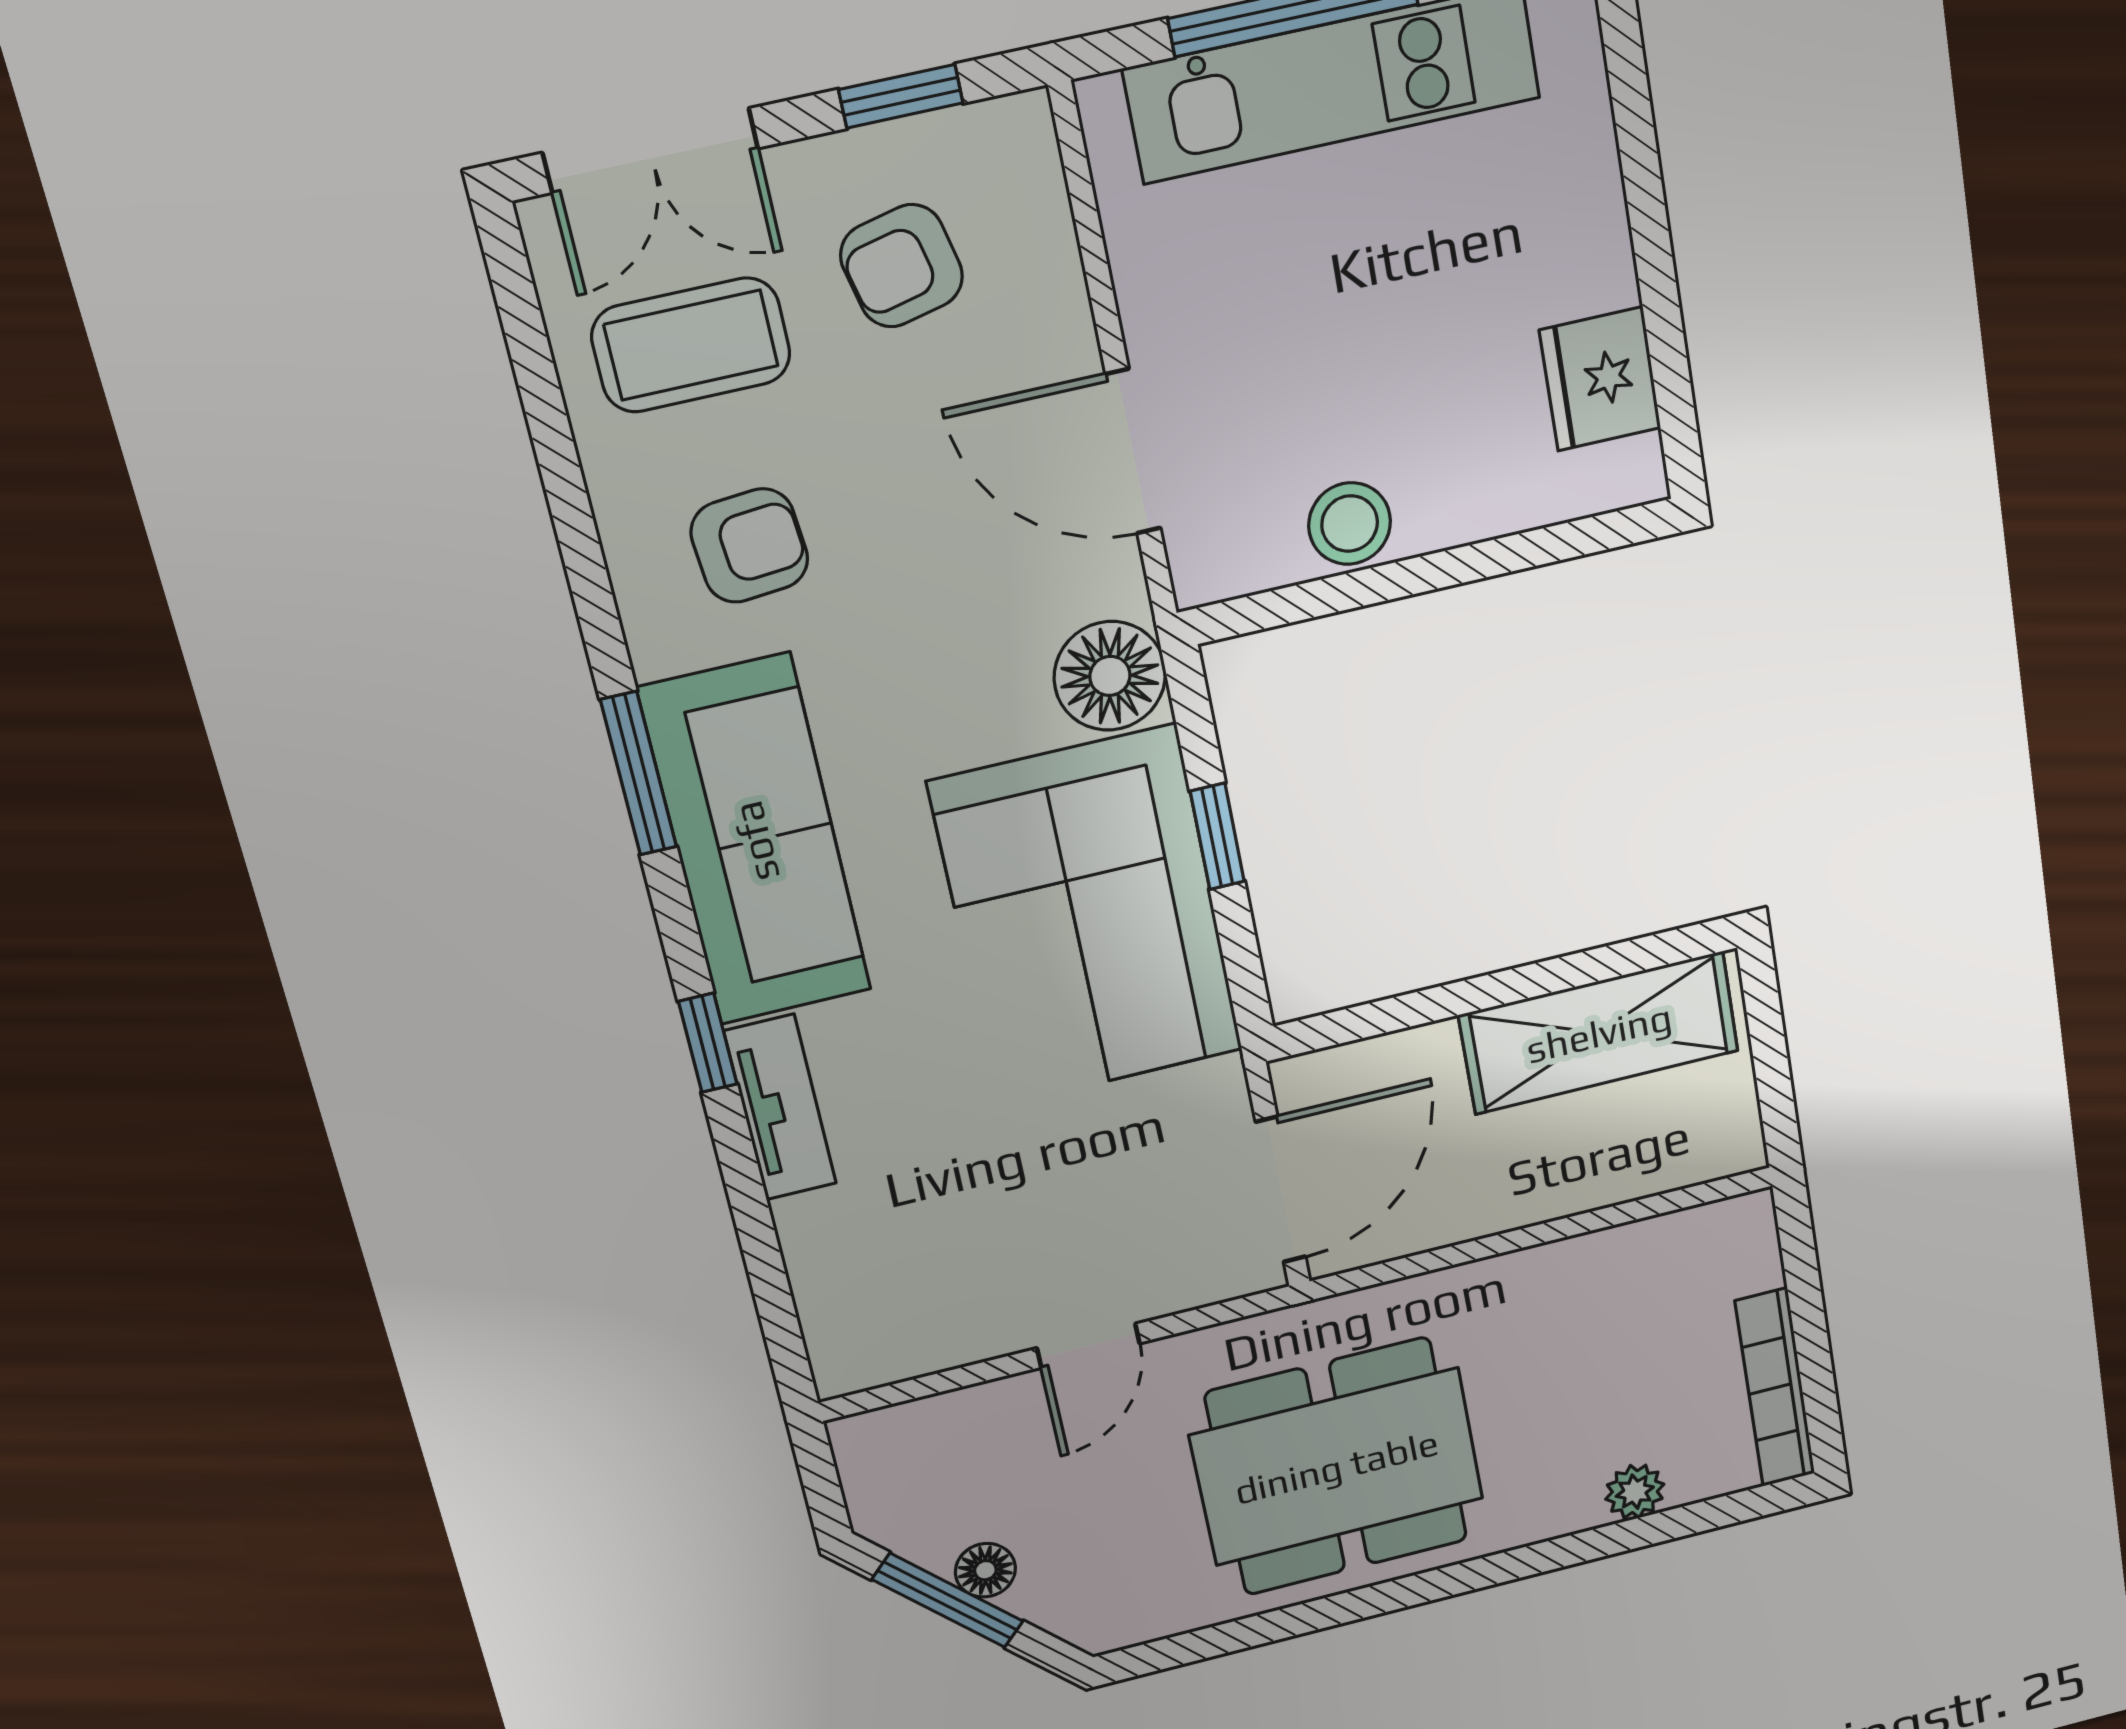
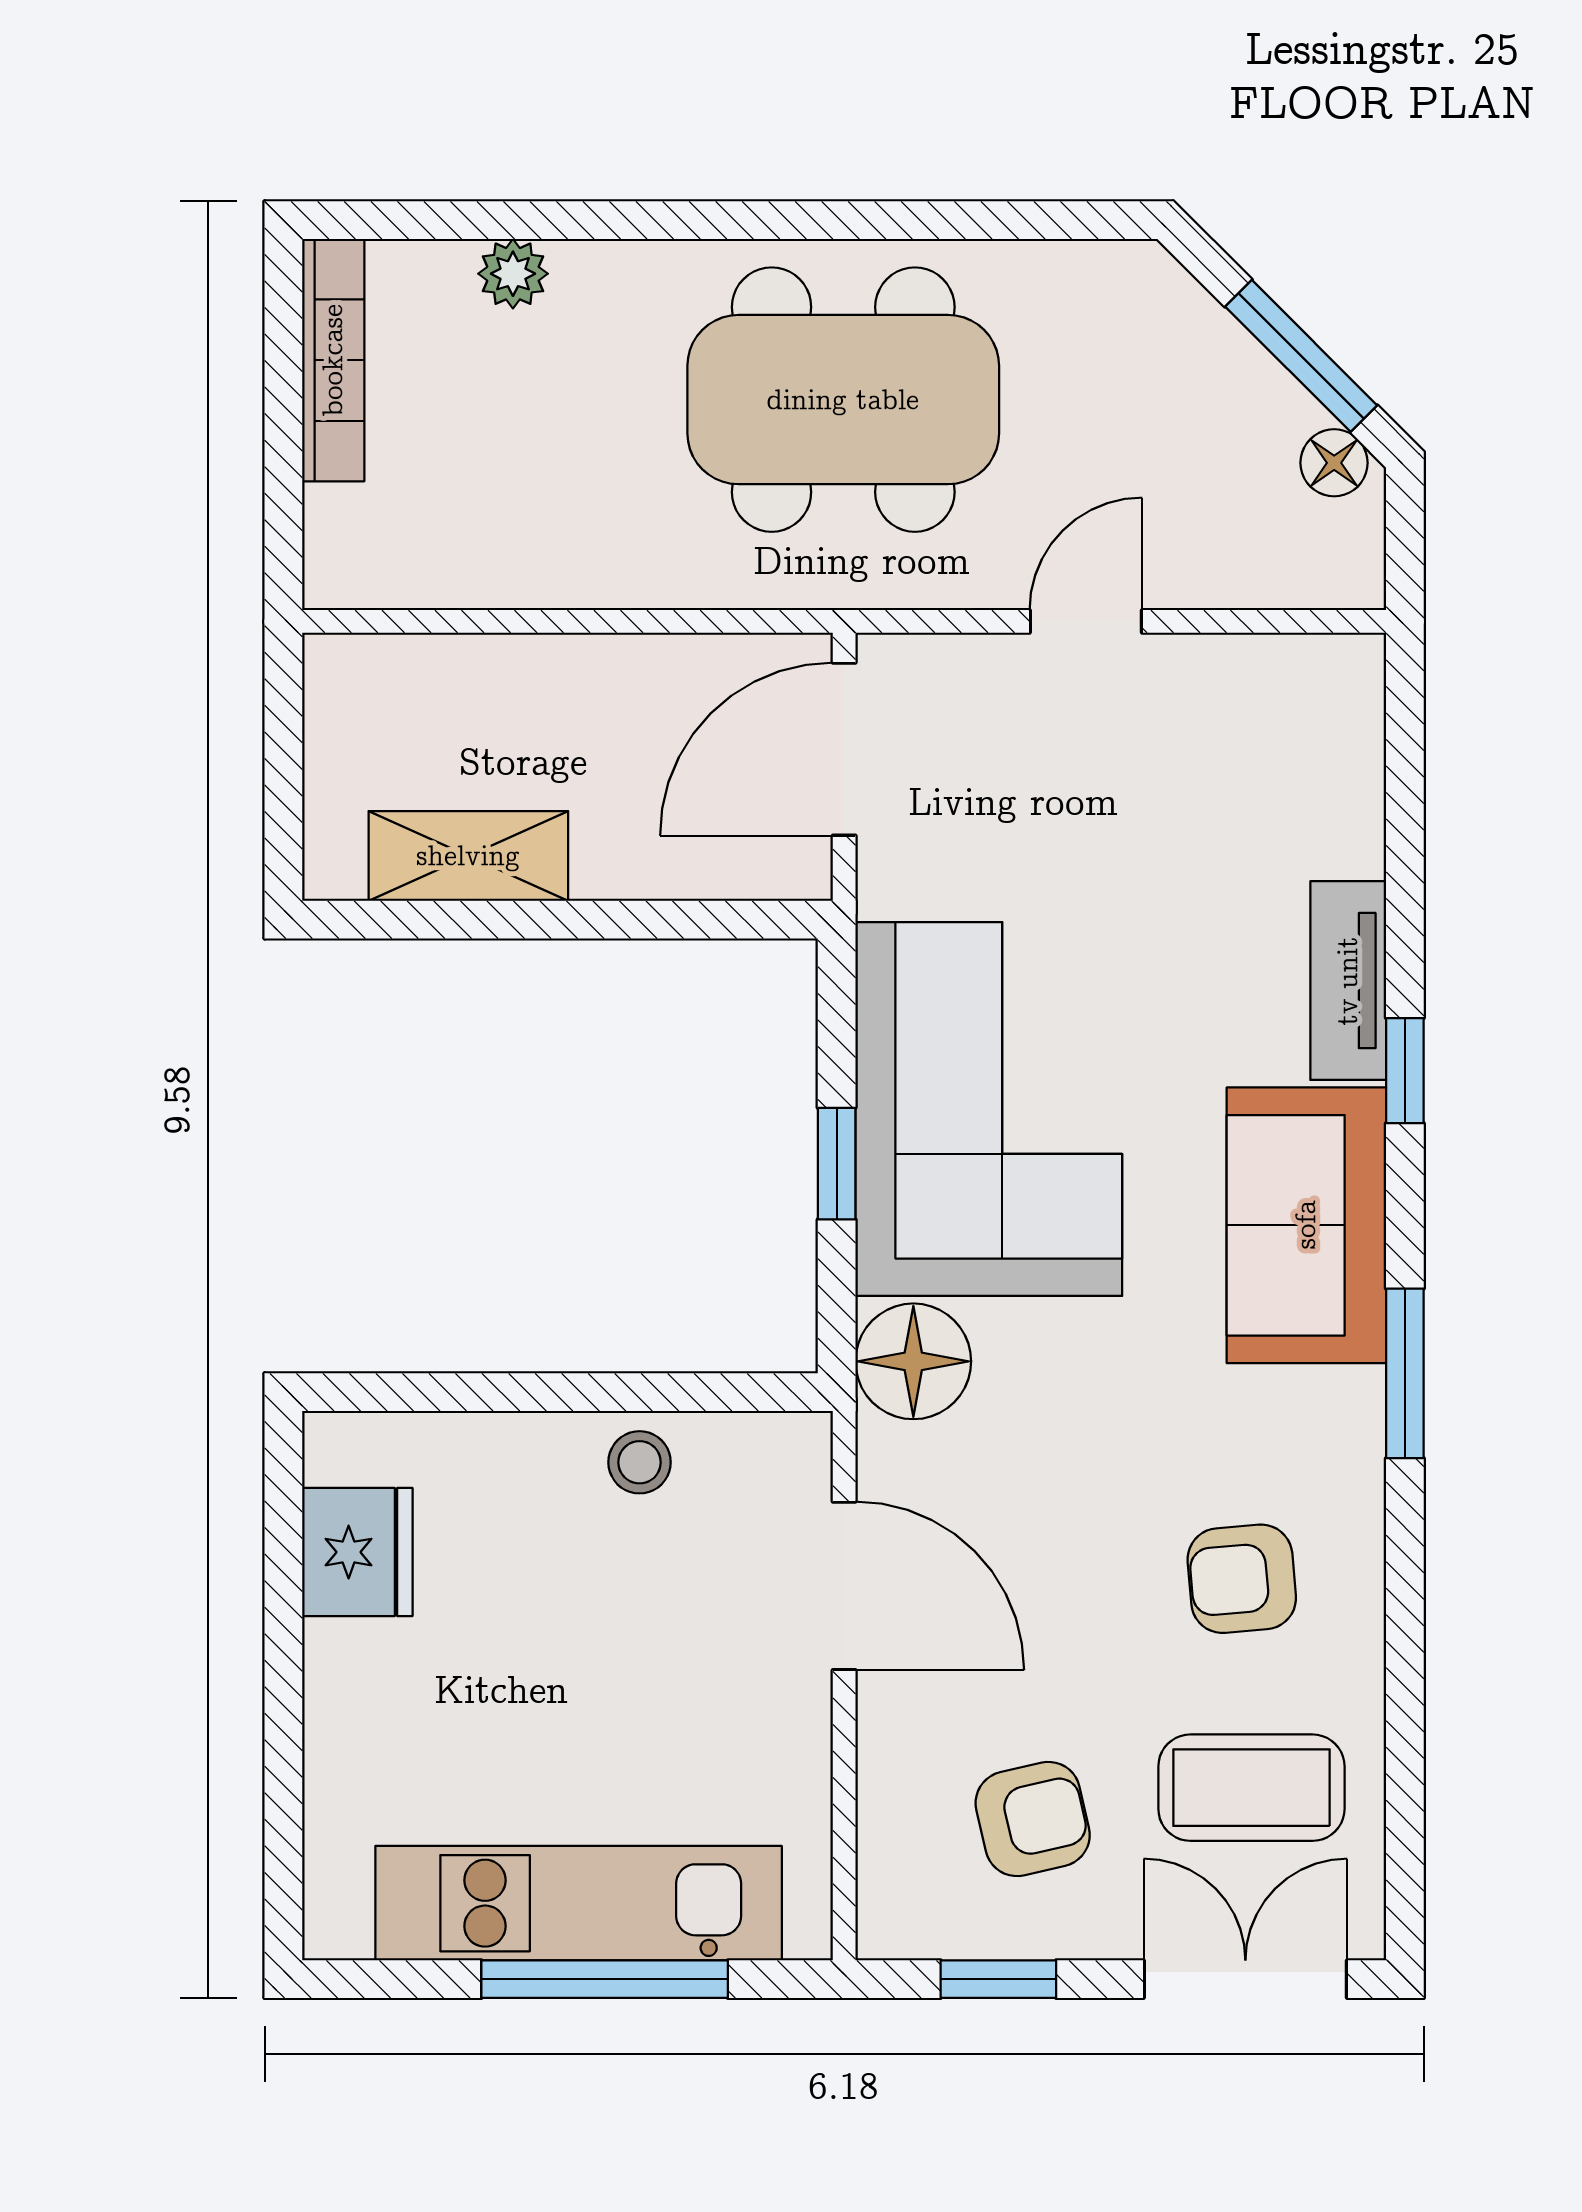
stool: (1350, 524) -> (640, 1462), width x0.73, depth x0.73
sofa: (755, 841) -> (1306, 1225), width x0.73
shelving: (1599, 1033) -> (468, 856), width x0.67, depth x0.75
floor lamp: (985, 1570) -> (1334, 463), moved

